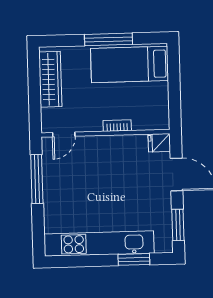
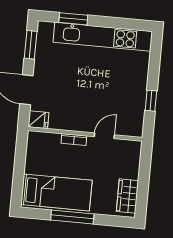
wardrobe: (50, 79) -> (128, 196), width x0.67
door: (64, 134) -> (104, 136), moved
window: (37, 179) -> (151, 101), width x0.46

